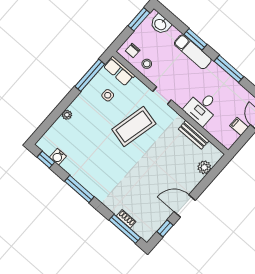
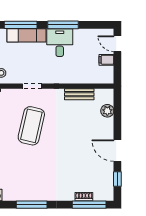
window: (195, 39) -> (21, 25), width x1.44
desk: (202, 108) -> (60, 43), moved, turned 180
door: (185, 206) -> (117, 151), hinge flipped

